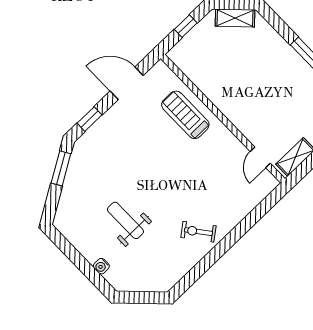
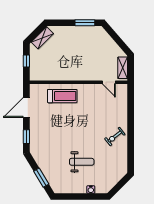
treadmill: (185, 115) -> (62, 96), turned 180
window: (61, 168) -> (41, 178), moved
weight bench: (125, 220) -> (82, 162), turned 180

